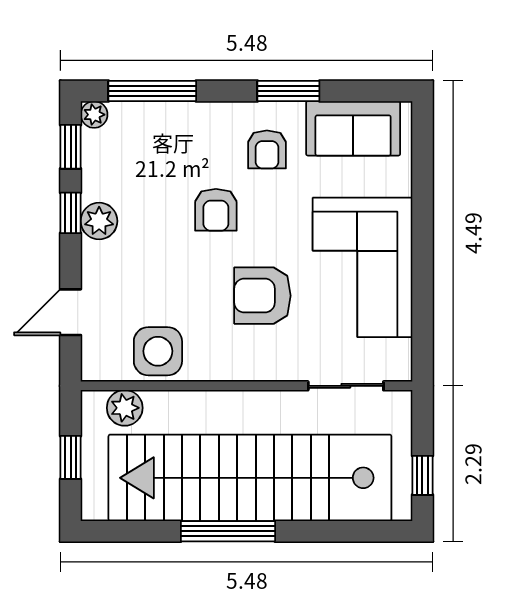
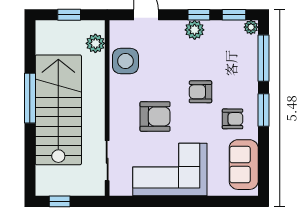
window: (288, 91) -> (264, 110), moved
armchair: (267, 149) -> (233, 119), turned 180
armchair: (262, 296) -> (155, 116), turned 90
stairs: (250, 478) -> (58, 110), width x0.73

